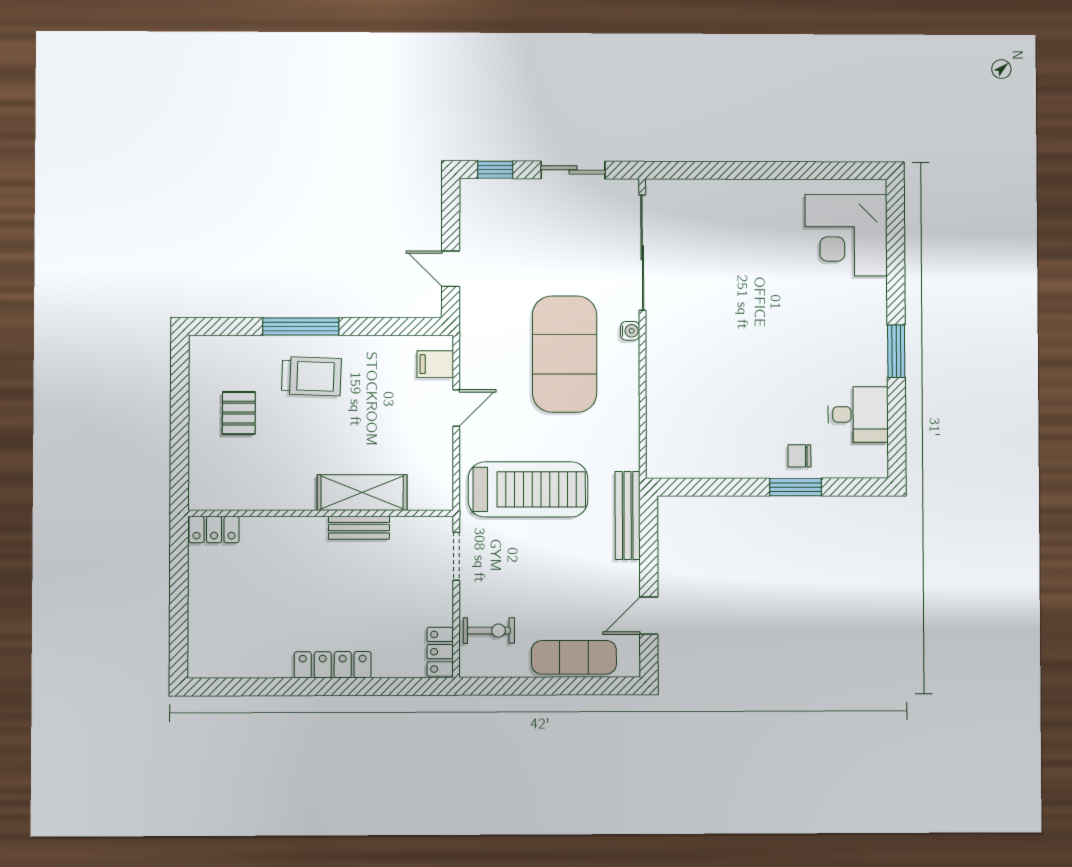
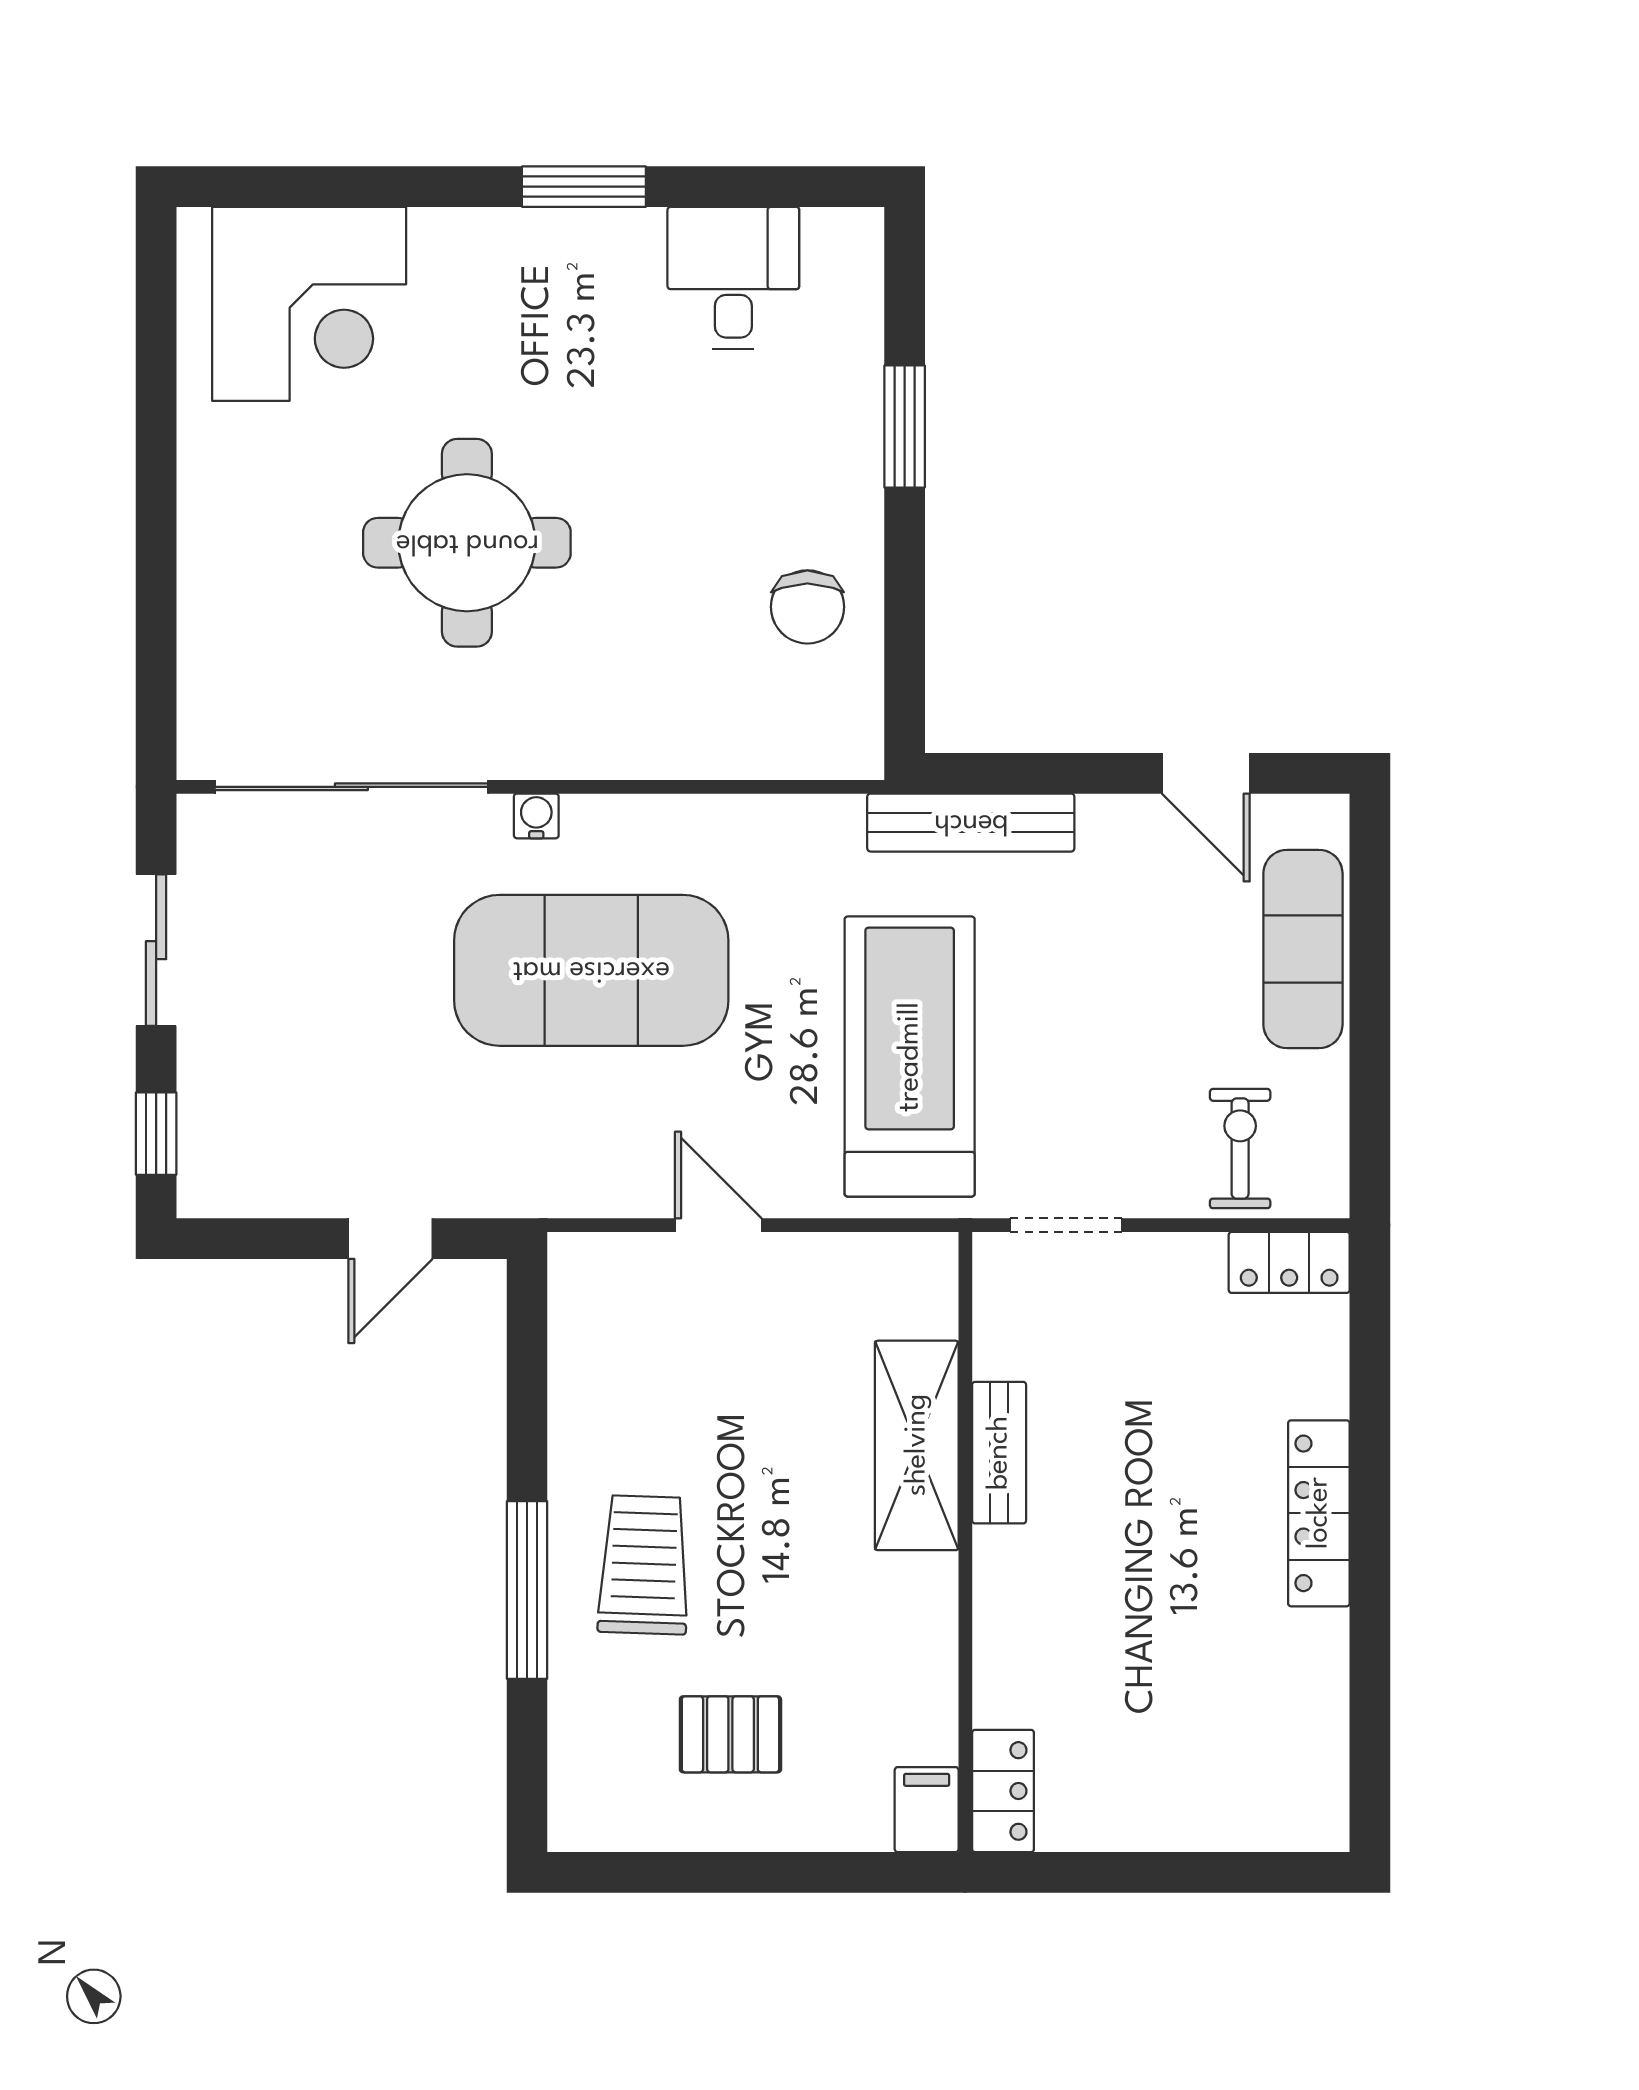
round table: (746, 302) -> (467, 543), added
filing cabinet: (435, 364) -> (927, 1810), moved, turned 180
chair: (799, 456) -> (807, 607), moved, width x1.37, depth x1.37

